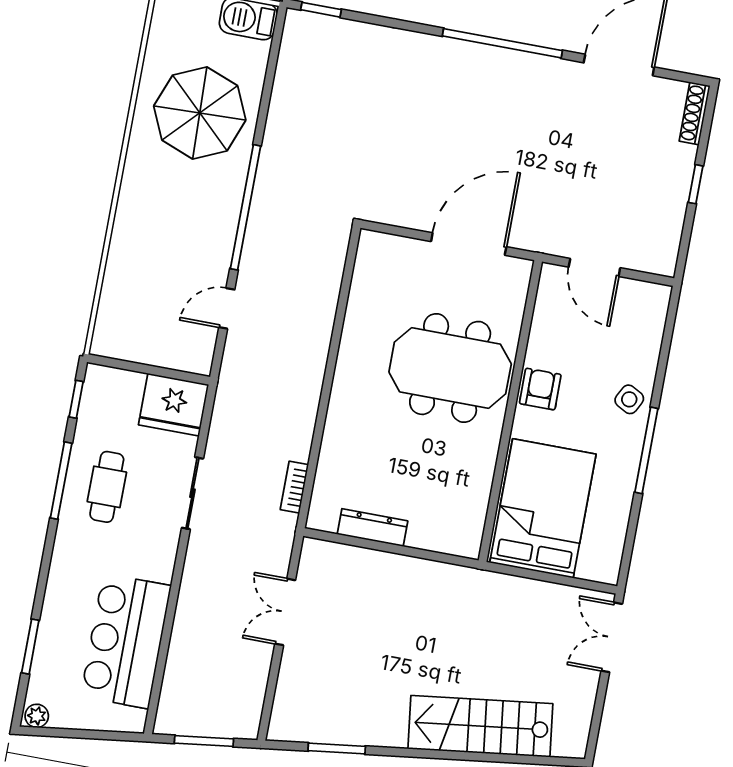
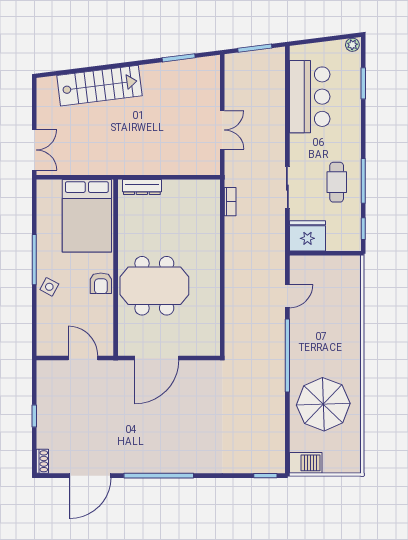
shoe rack: (695, 113) -> (42, 461), width x0.70
dresser: (372, 528) -> (142, 187), moved

